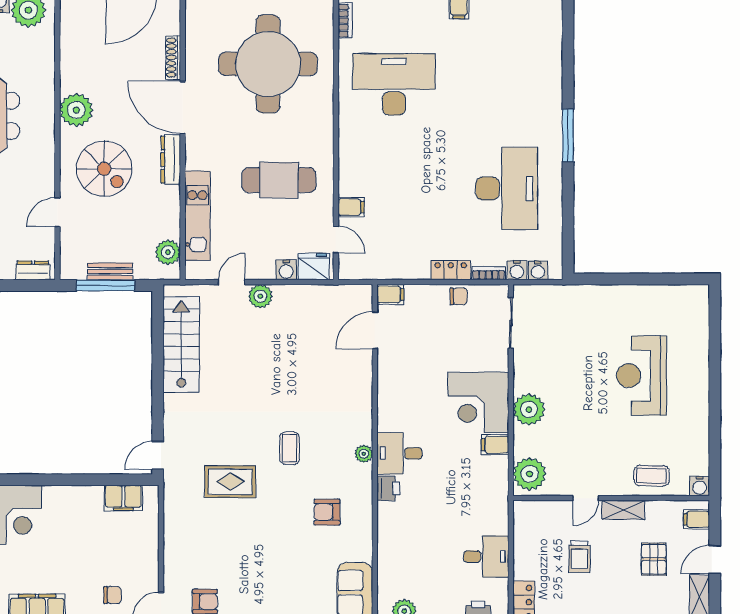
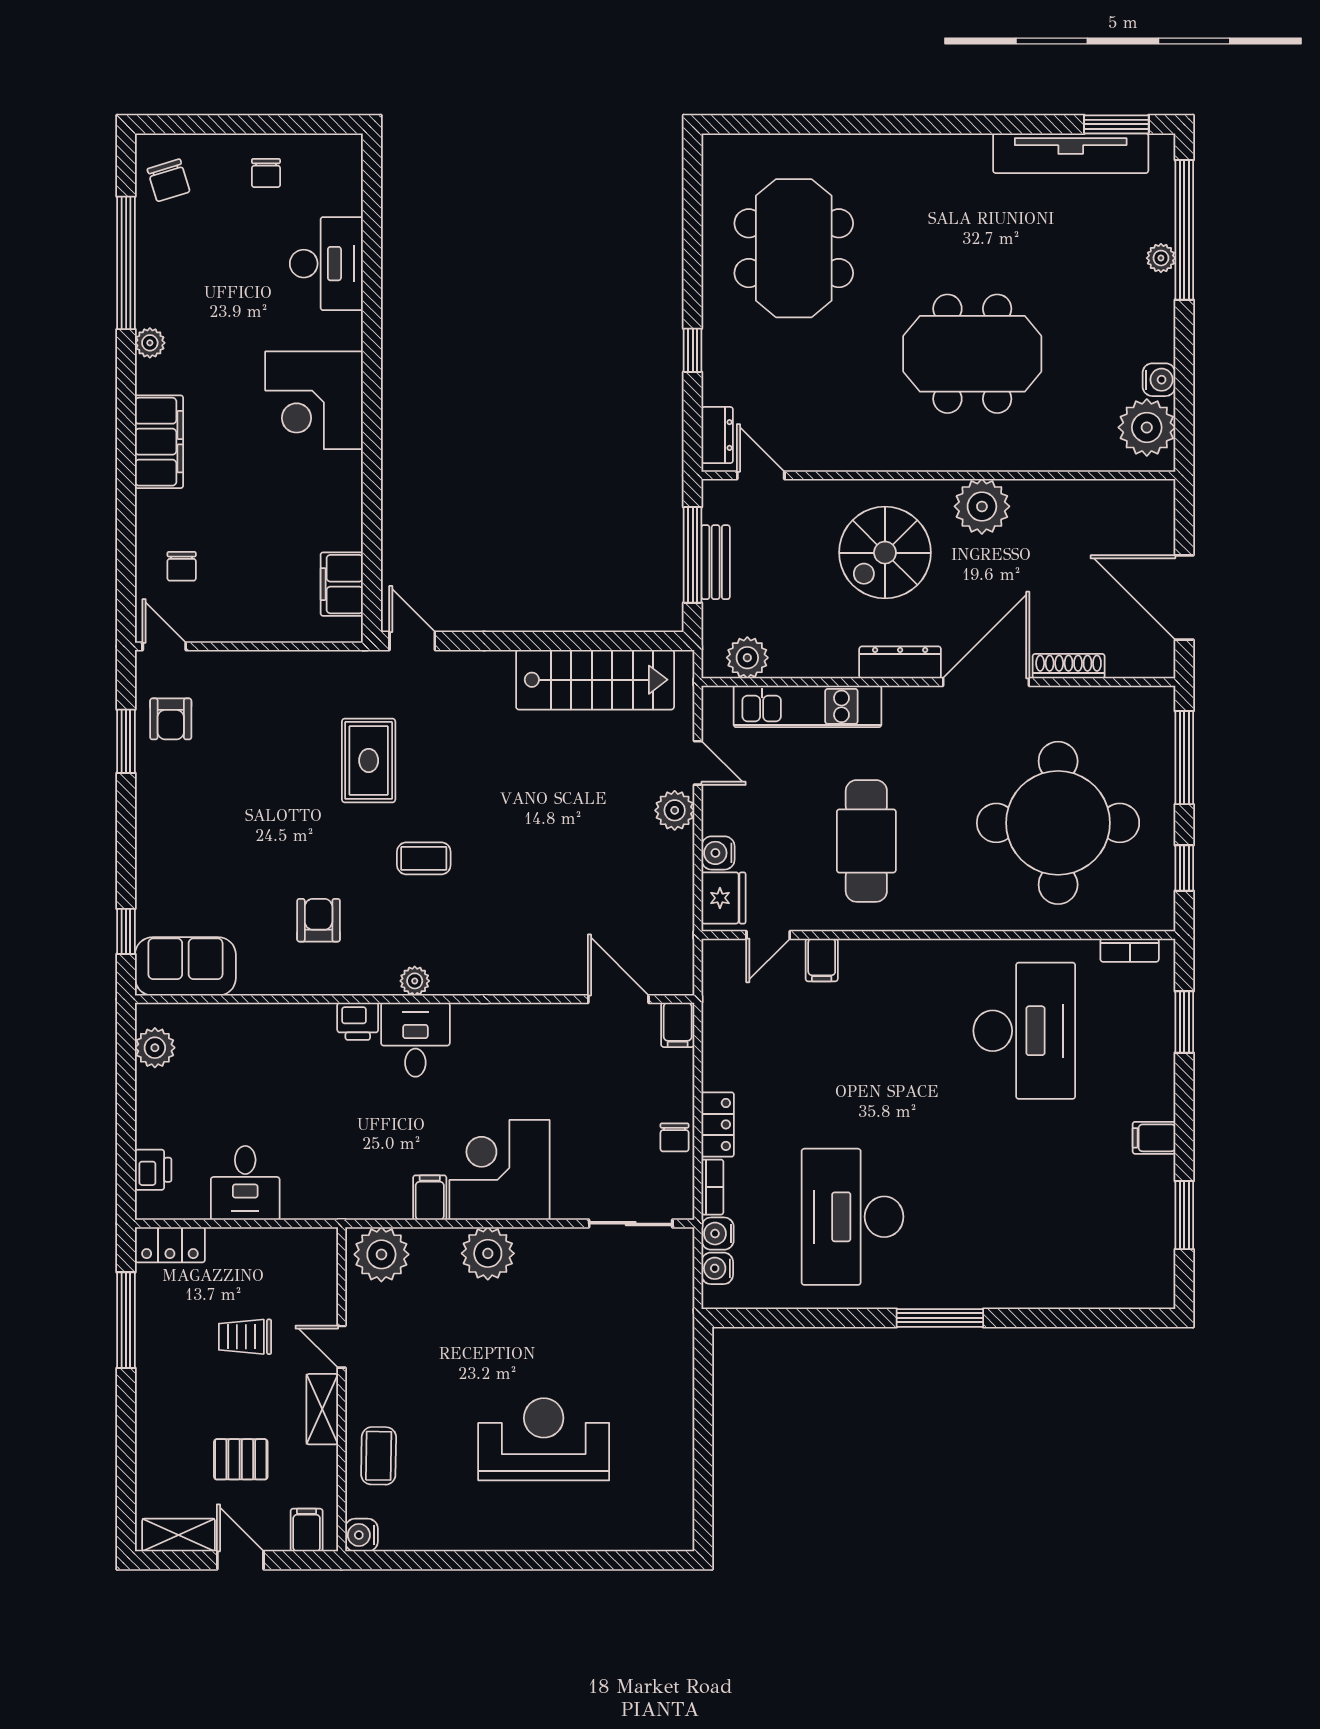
desk: (507, 188) -> (852, 1217), turned 90
door: (57, 212) -> (761, 475), moved

